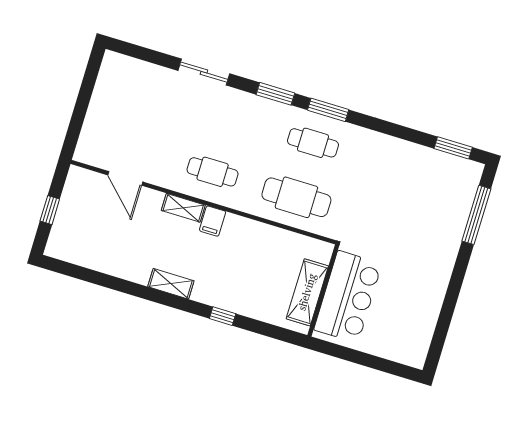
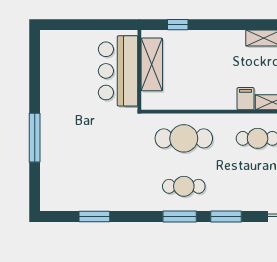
window: (453, 148) -> (94, 217), moved
window: (476, 215) -> (35, 138), moved
window: (223, 316) -> (178, 25), moved

